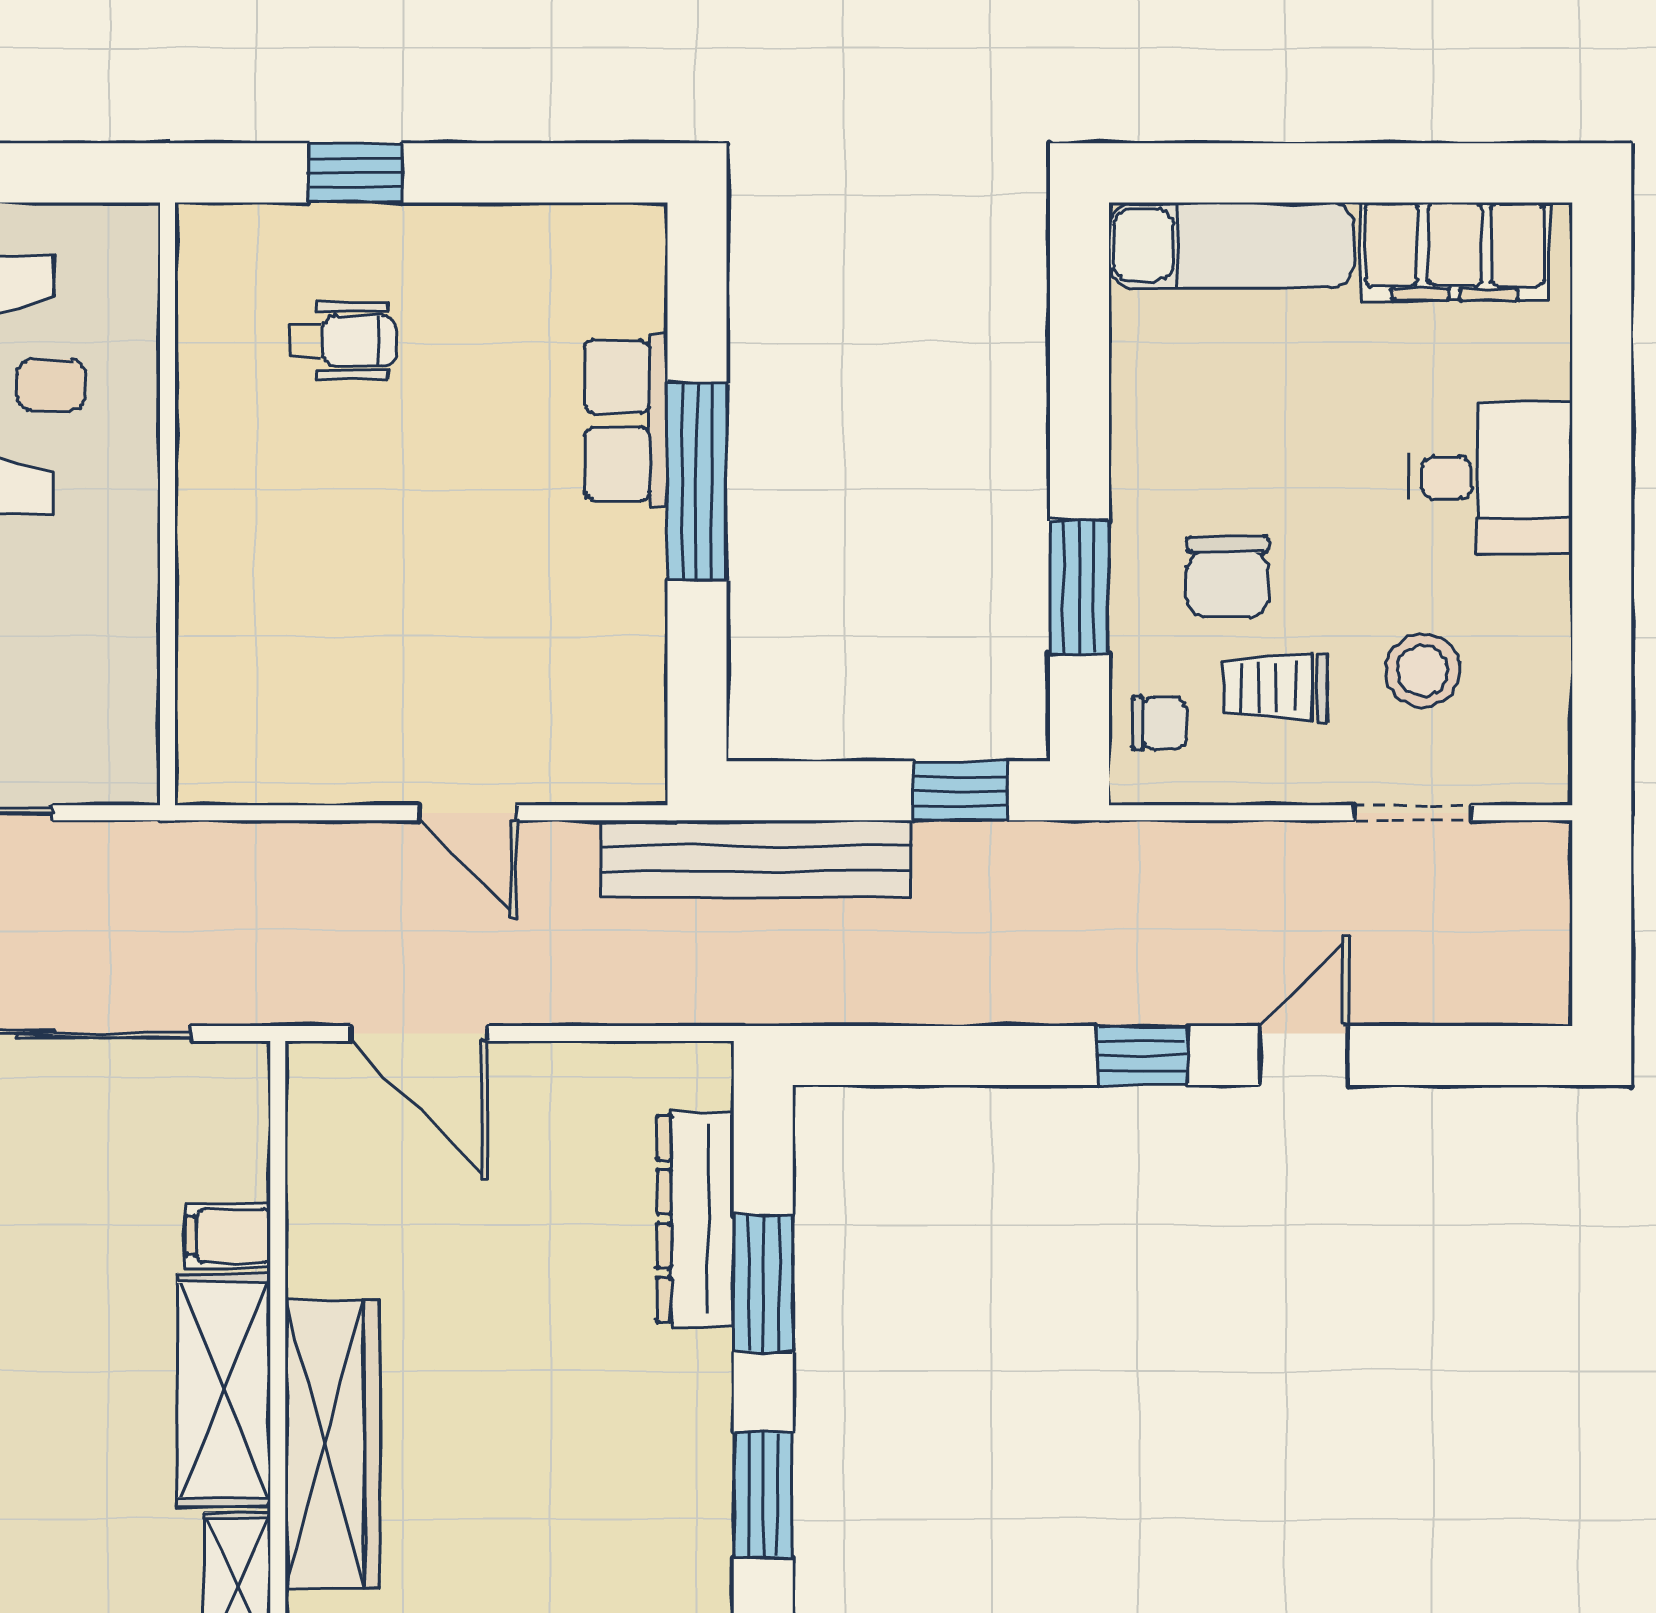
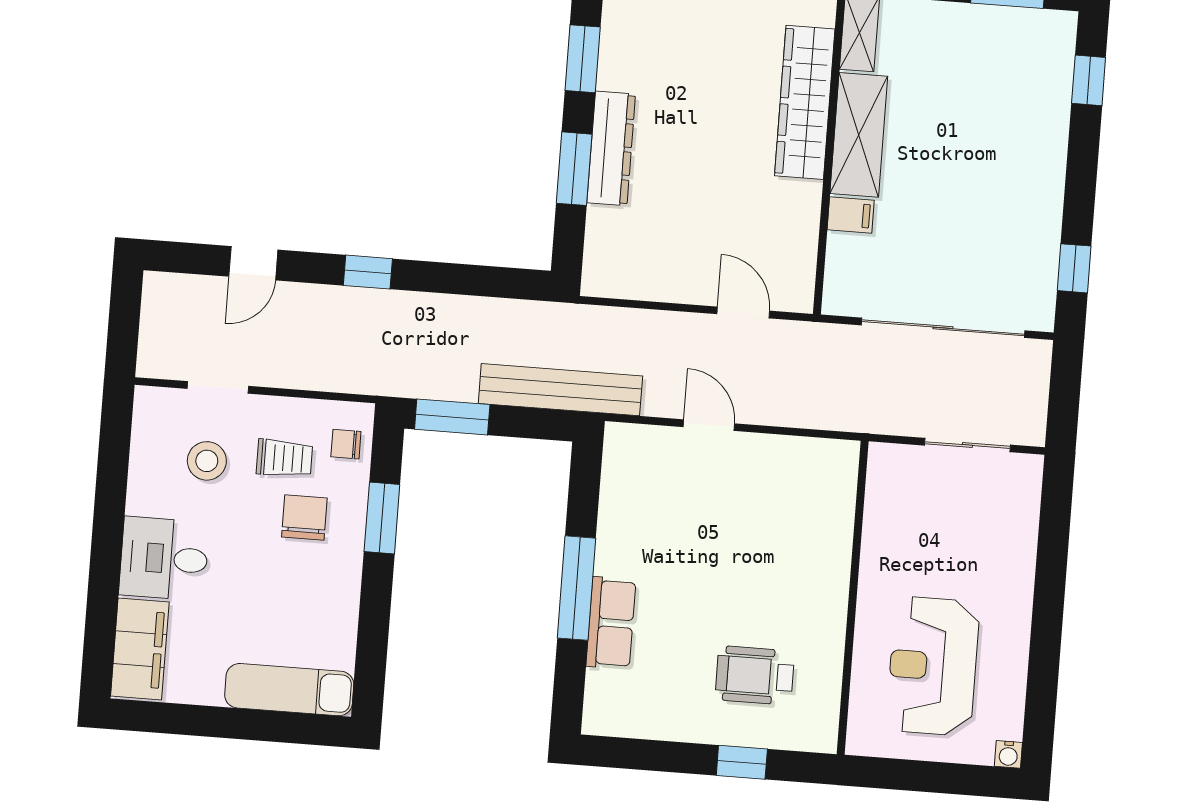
filing cabinet: (1455, 251) -> (140, 649), moved, turned 90
wheelchair: (343, 341) -> (755, 675), width x1.36, depth x1.37
window: (960, 791) -> (452, 417), width x1.50
door: (419, 1033) -> (743, 312), width x0.73
door: (1304, 1055) -> (253, 263), moved
dresser: (695, 1219) -> (611, 148), moved

